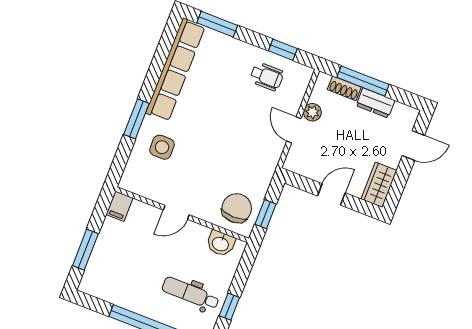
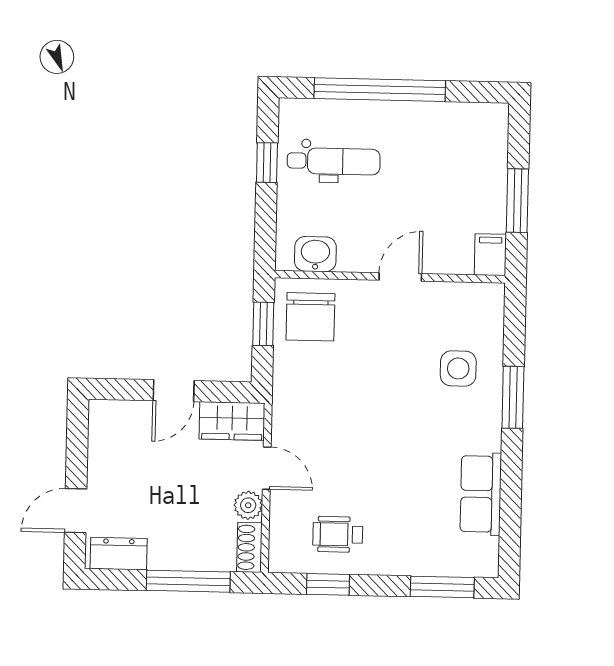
row of seats: (175, 70) -> (481, 494), width x0.50
shoe rack: (344, 88) -> (249, 547), moved, turned -90
dresser: (375, 103) -> (119, 554), moved
wardrobe: (379, 185) -> (232, 421), moved, turned 90
window: (85, 250) -> (517, 201), moved

